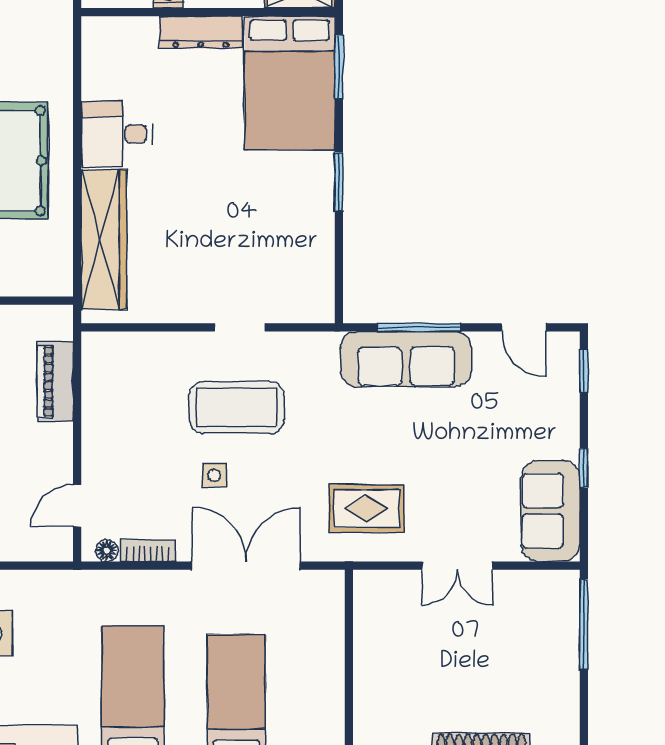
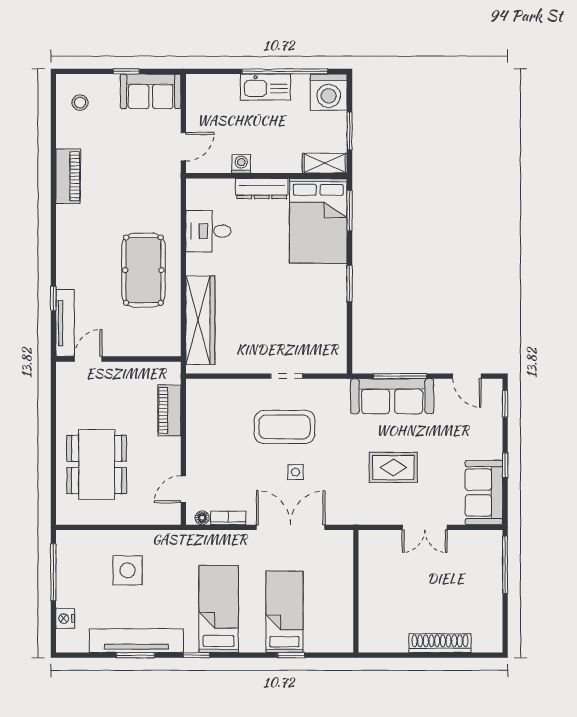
desk: (117, 134) -> (208, 231), moved
side table: (214, 475) -> (296, 472), moved
rug: (366, 508) -> (393, 468), moved

